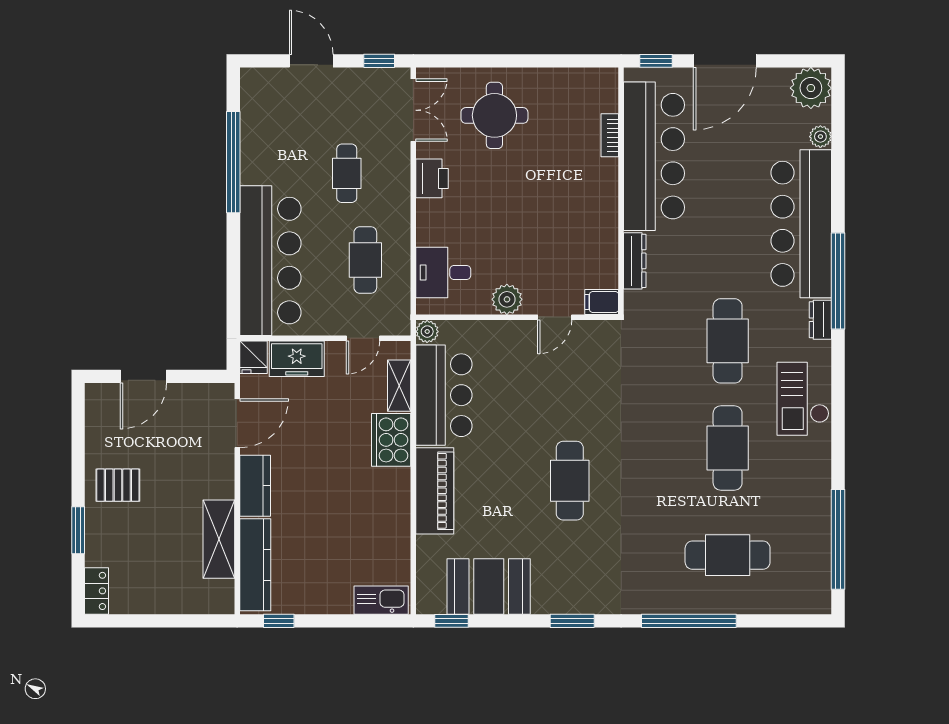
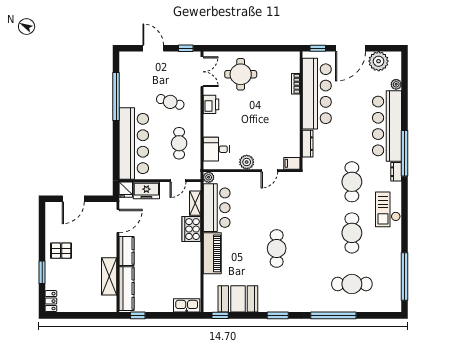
plant: (811, 88) -> (379, 61), moved
cafe table: (347, 173) -> (170, 102), turned -73

